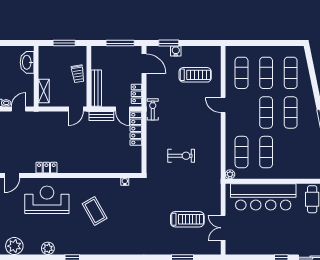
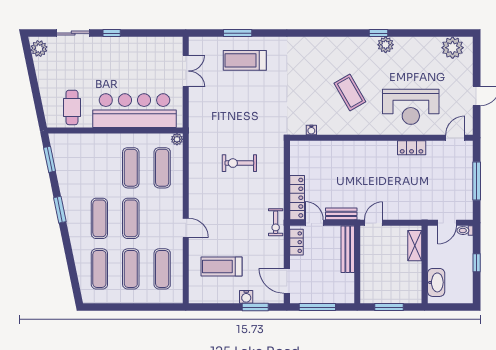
trolley: (78, 74) -> (371, 268), removed
treadmill: (187, 219) -> (245, 60), moved
plant: (48, 248) -> (386, 45), moved

